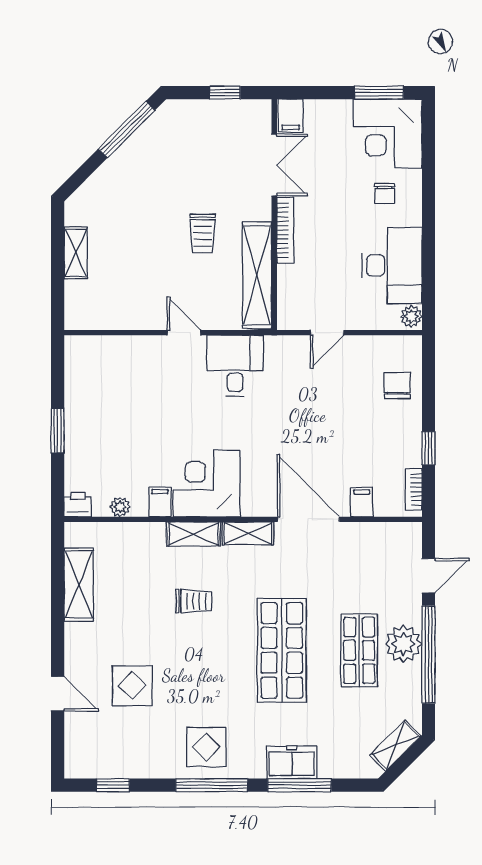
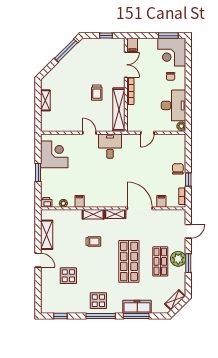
chair: (397, 385) -> (178, 169), moved
corner desk: (207, 483) -> (54, 154), moved, turned 90
window: (429, 654) -> (188, 263), width x0.47
door: (58, 694) -> (38, 260), moved
freezer: (292, 762) -> (137, 307), width x1.40

